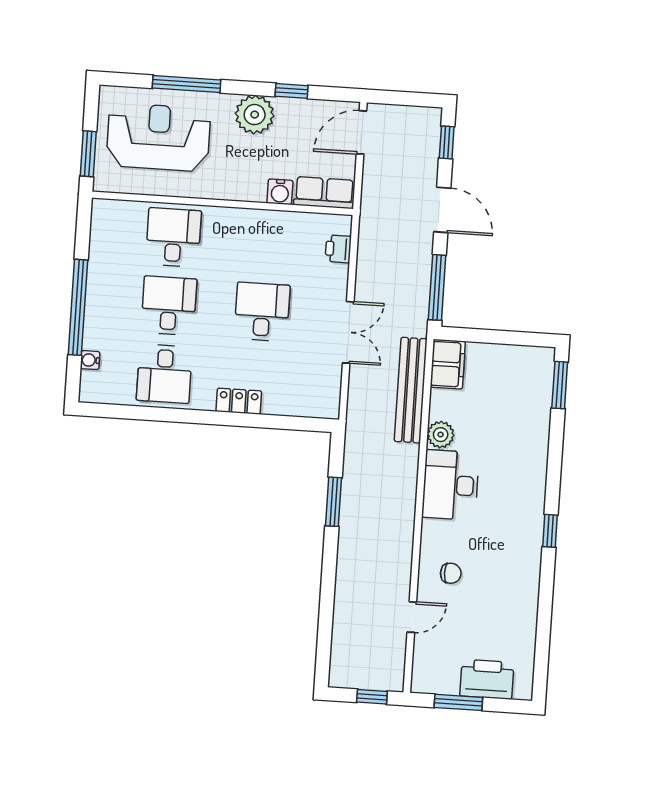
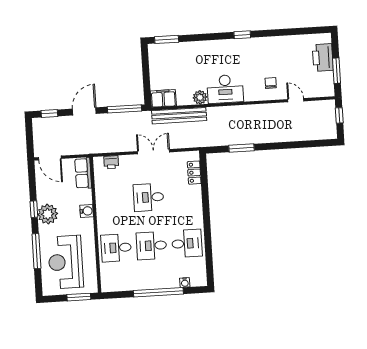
window: (292, 91) -> (34, 209), moved
water cooler: (280, 192) -> (87, 211), moved
locker: (239, 401) -> (194, 173), moved

